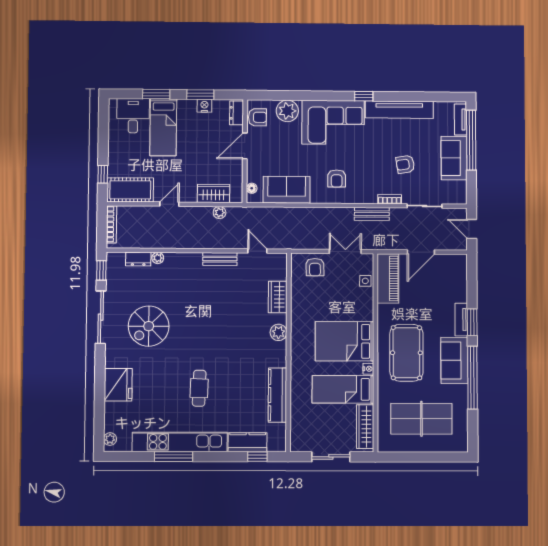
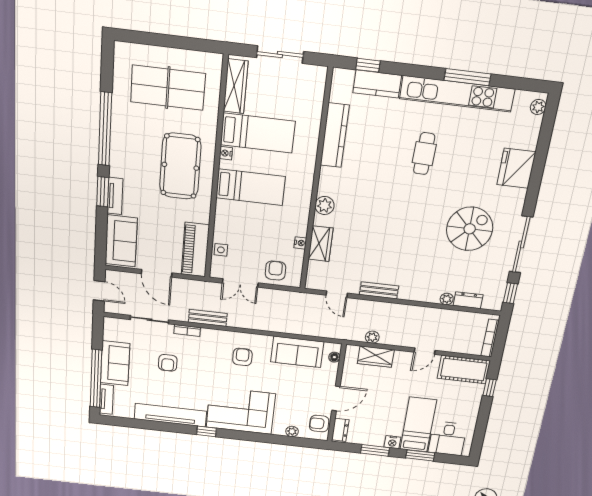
nightstand: (204, 106) -> (392, 442), moved
plant: (287, 111) -> (292, 431), width x0.53, depth x0.53
armchair: (405, 164) -> (168, 363), turned 99
door: (421, 252) -> (157, 273), swing flipped
nightstand: (296, 296) -> (300, 243), added
bed: (344, 341) -> (251, 187), width x0.67
sofa: (454, 360) -> (121, 241), moved

